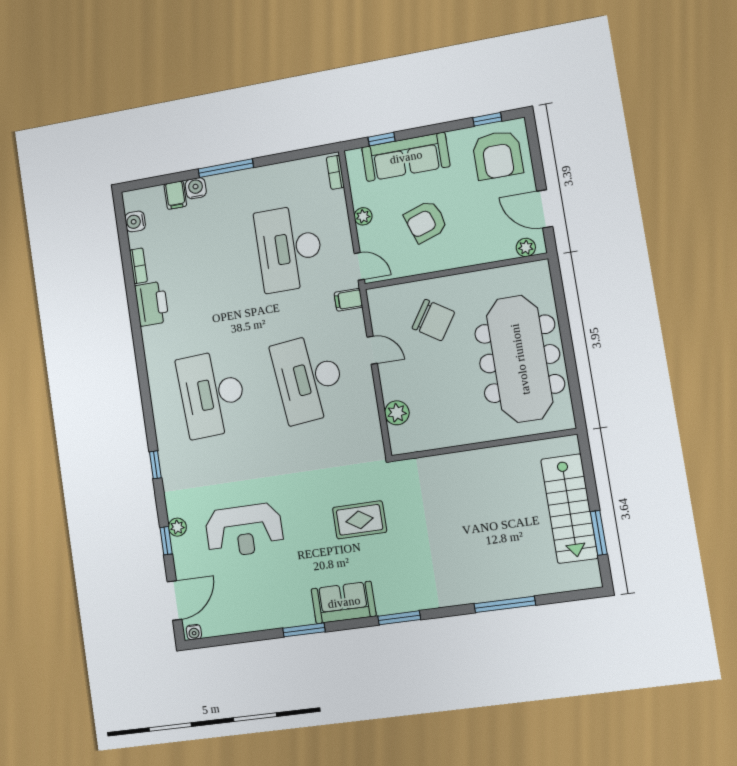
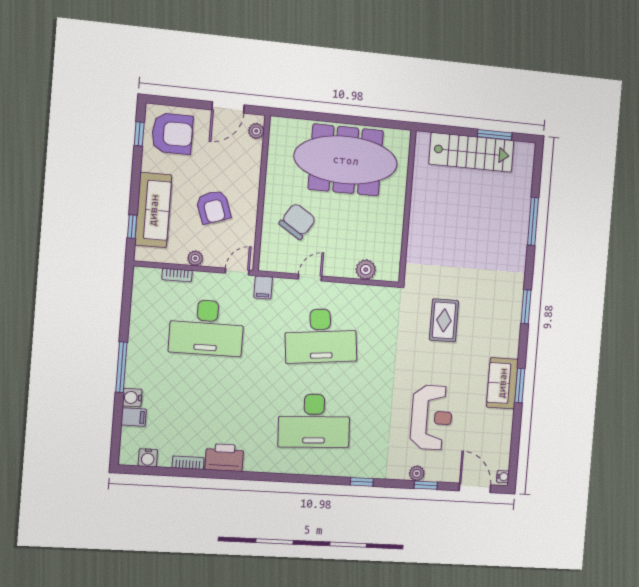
bookcase: (335, 172) -> (177, 275), moved
sofa: (344, 602) -> (502, 383), moved

